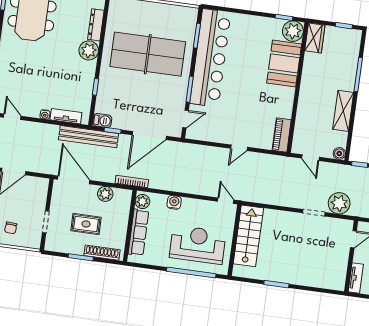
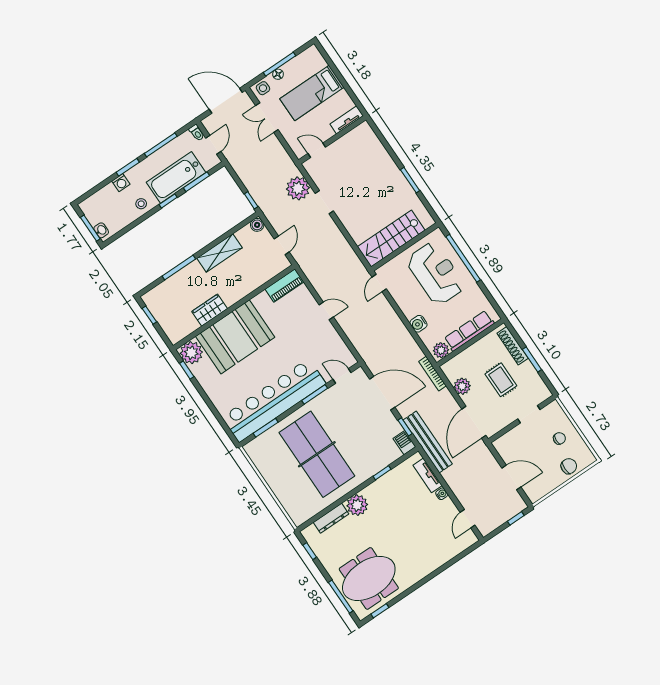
wardrobe: (315, 38) -> (210, 310), moved
booth: (284, 63) -> (235, 337), width x1.36, depth x1.42
reception desk: (198, 245) -> (436, 273), turned 180

